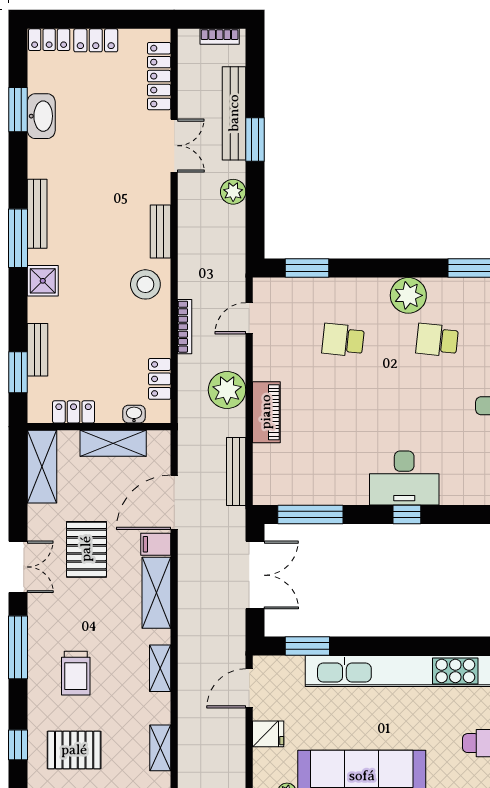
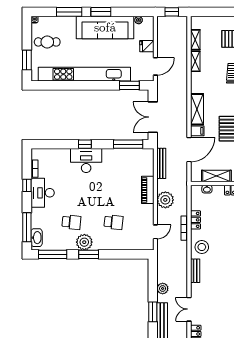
window: (307, 268) -> (89, 254), moved
locker: (160, 379) -> (195, 220), moved
shelving: (160, 668) -> (195, 61), moved

